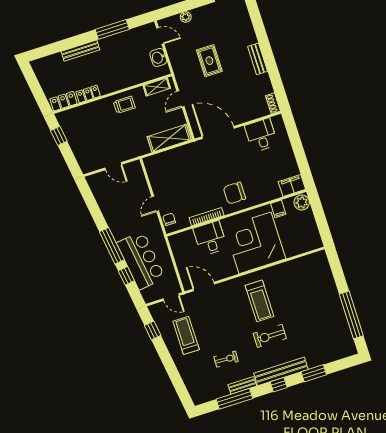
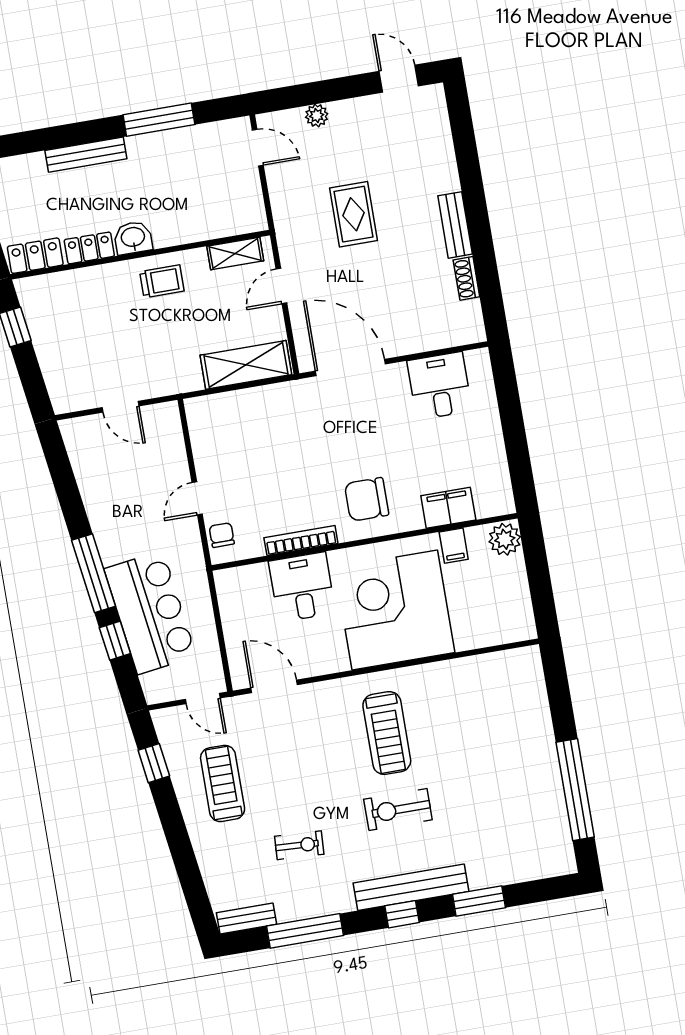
washbasin: (158, 57) -> (133, 238), moved, turned 90
shoe rack: (273, 103) -> (466, 278), moved
filing cabinet: (292, 186) -> (448, 508), moved
bench: (242, 385) -> (247, 918), moved

